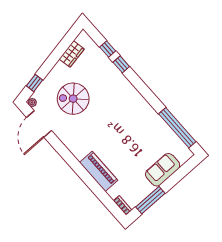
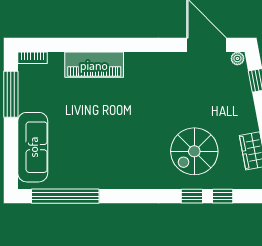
spiral stairs: (73, 99) -> (194, 151), moved, turned 180
sofa: (163, 170) -> (33, 147), width x1.36

